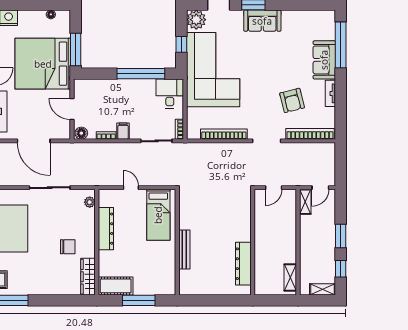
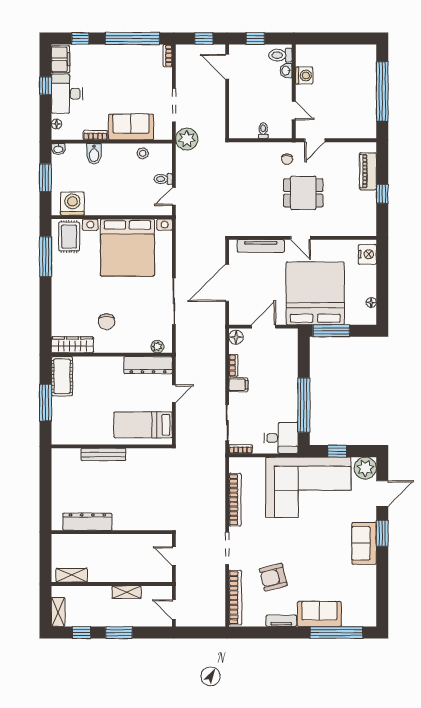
shelving: (305, 202) -> (127, 592), moved
dresser: (106, 229) -> (148, 365), moved

